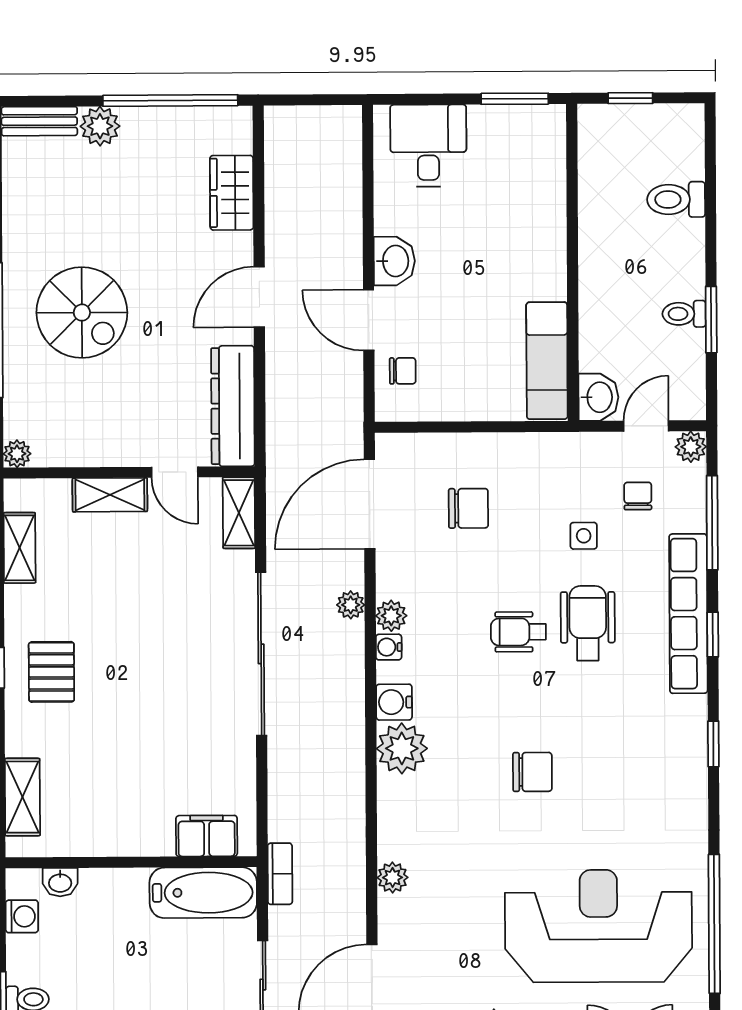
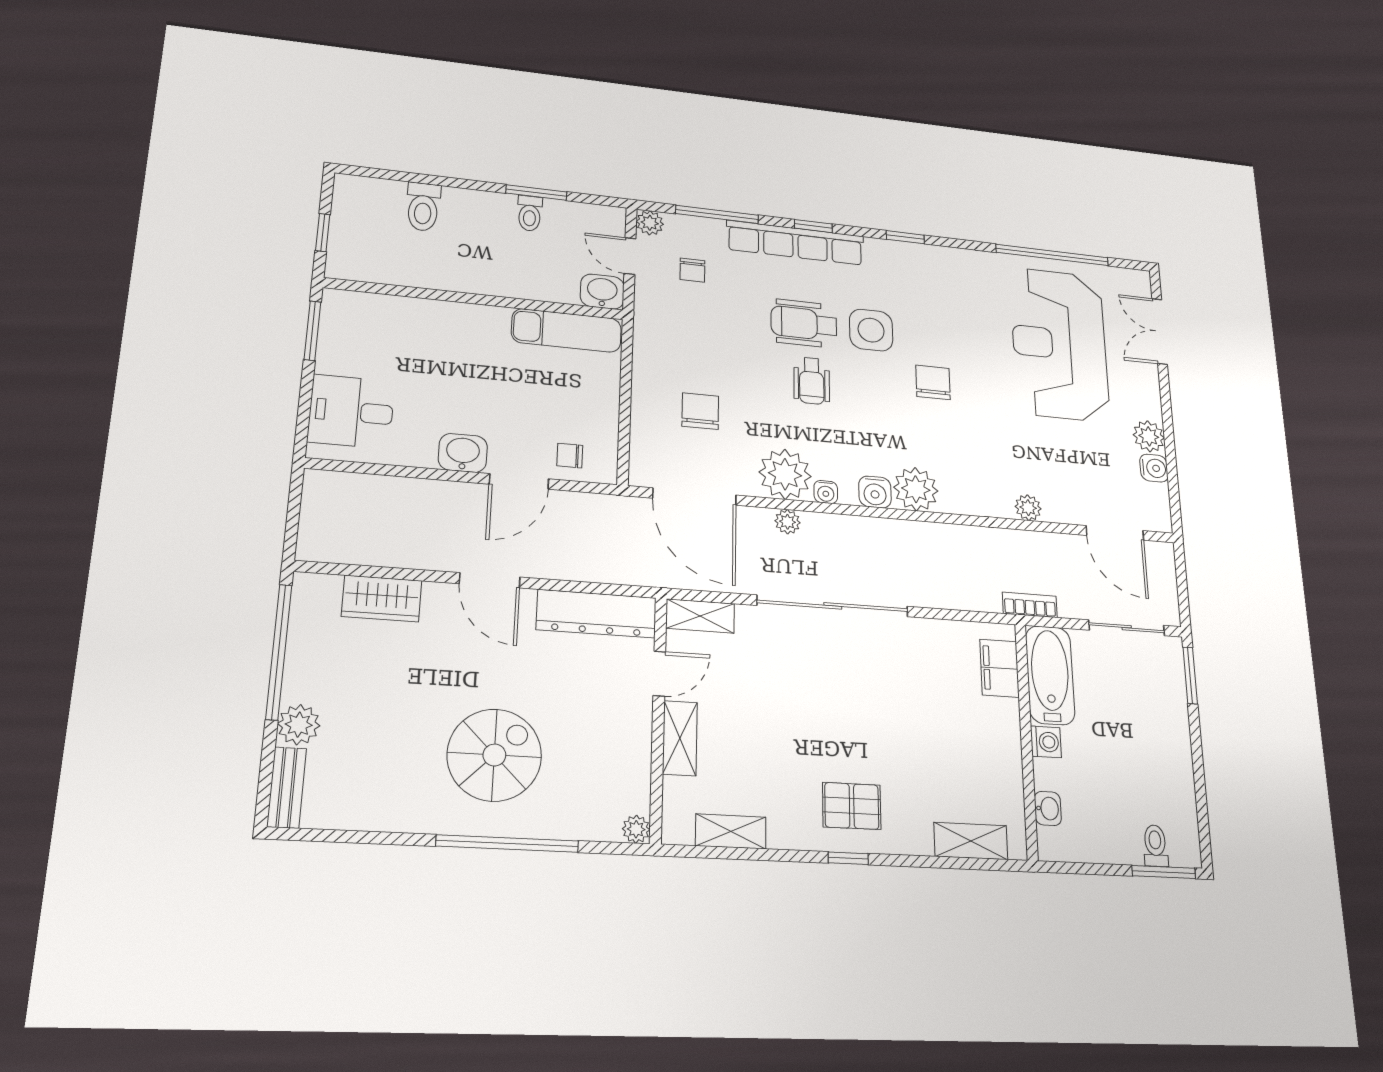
chair: (403, 371) -> (570, 456), turned -90
chair: (638, 496) -> (692, 270), turned -90
side table: (584, 536) -> (871, 330), moved, width x1.87, depth x1.87
plant: (391, 616) -> (785, 474), width x1.88, depth x1.88
washing machine: (22, 916) -> (1046, 742), moved, turned 90

